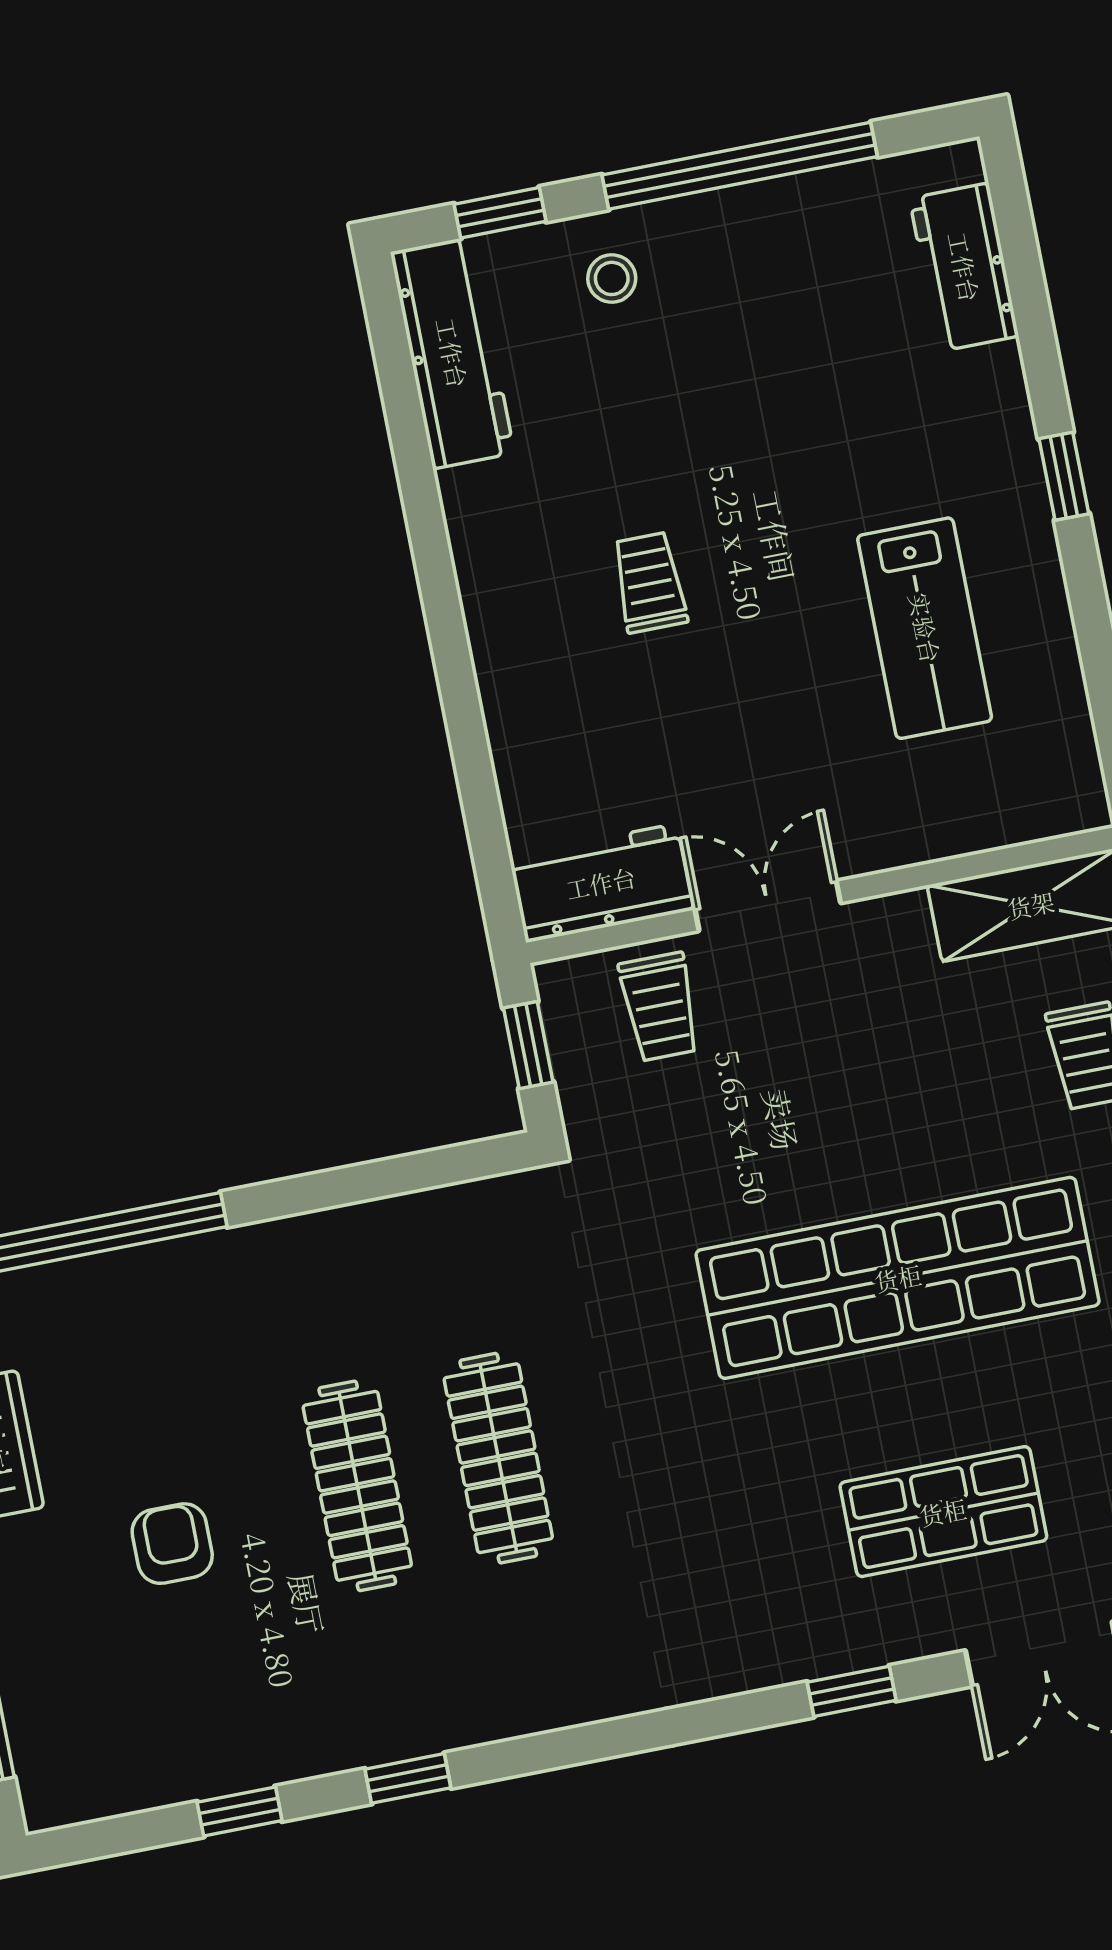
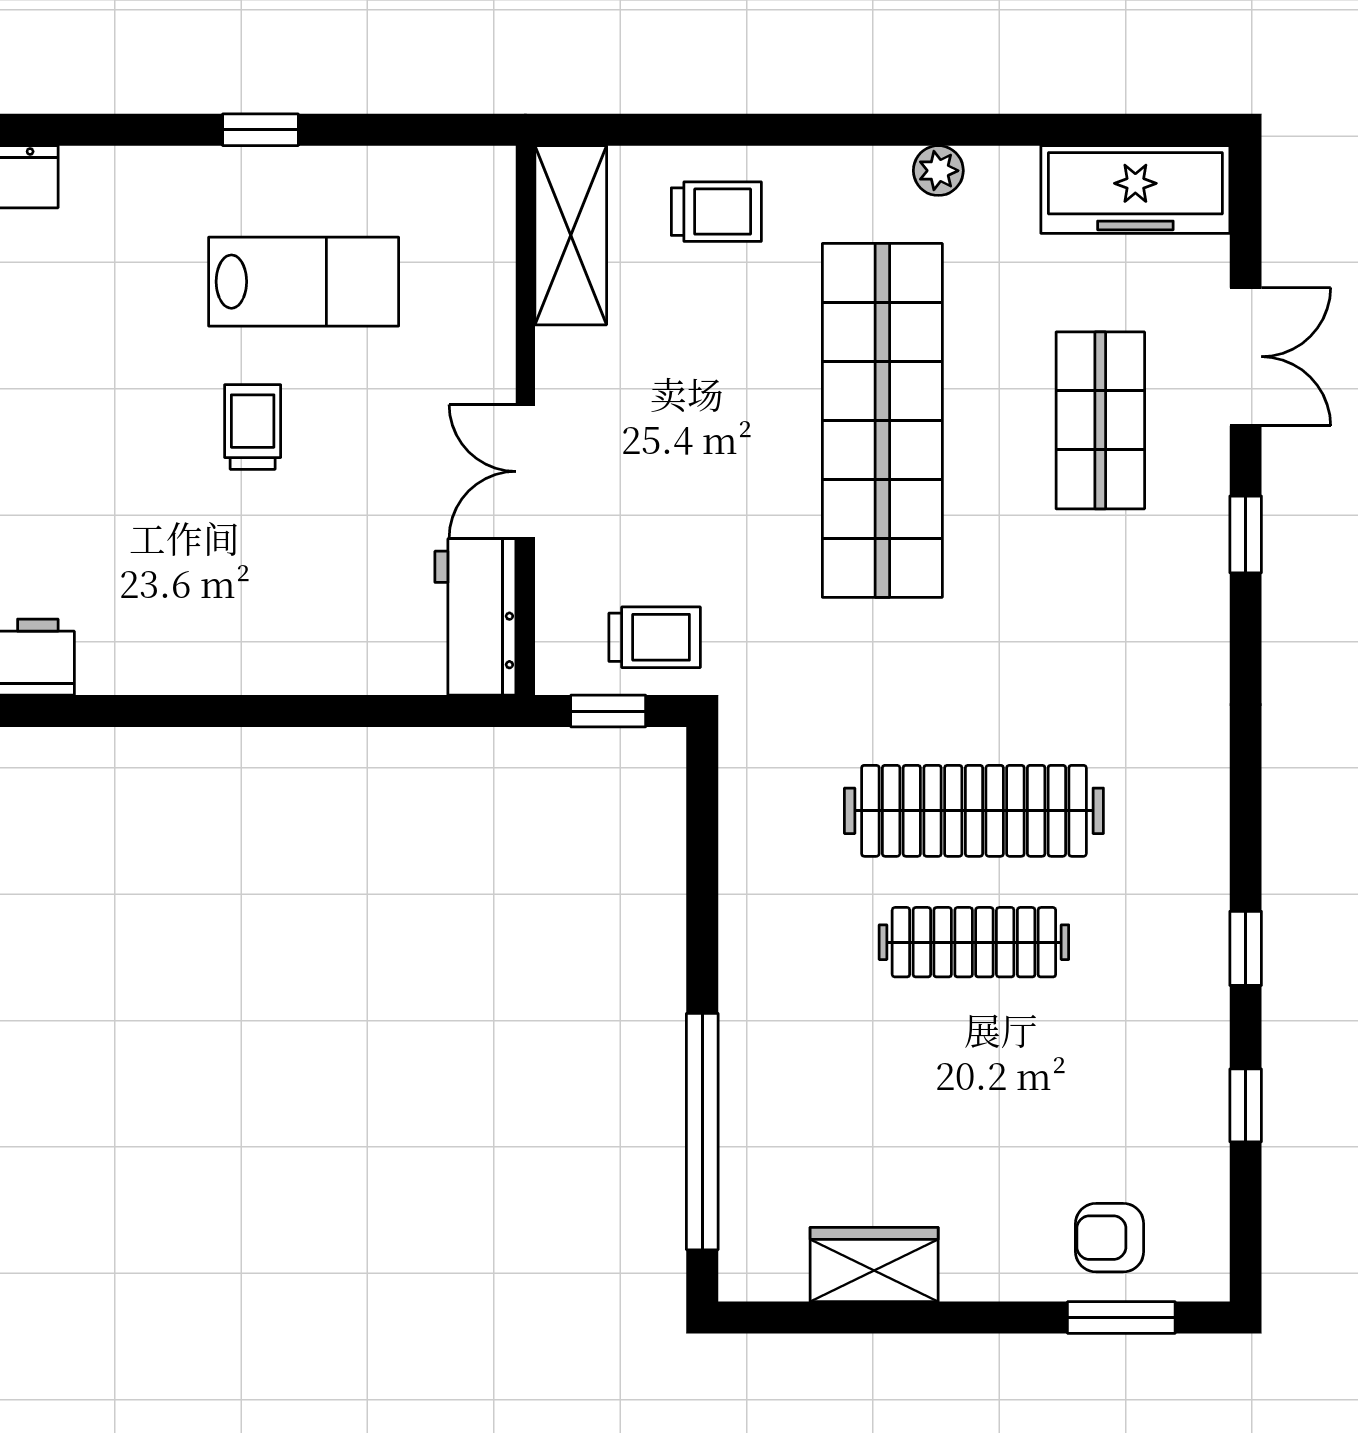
window: (1064, 476) -> (260, 130), moved
trolley: (649, 583) -> (253, 427), moved, turned 90
trolley: (660, 1007) -> (655, 637), moved
clothes rail: (498, 1458) -> (974, 811), width x1.37, depth x1.31
armchair: (172, 1544) -> (1110, 1238), moved

